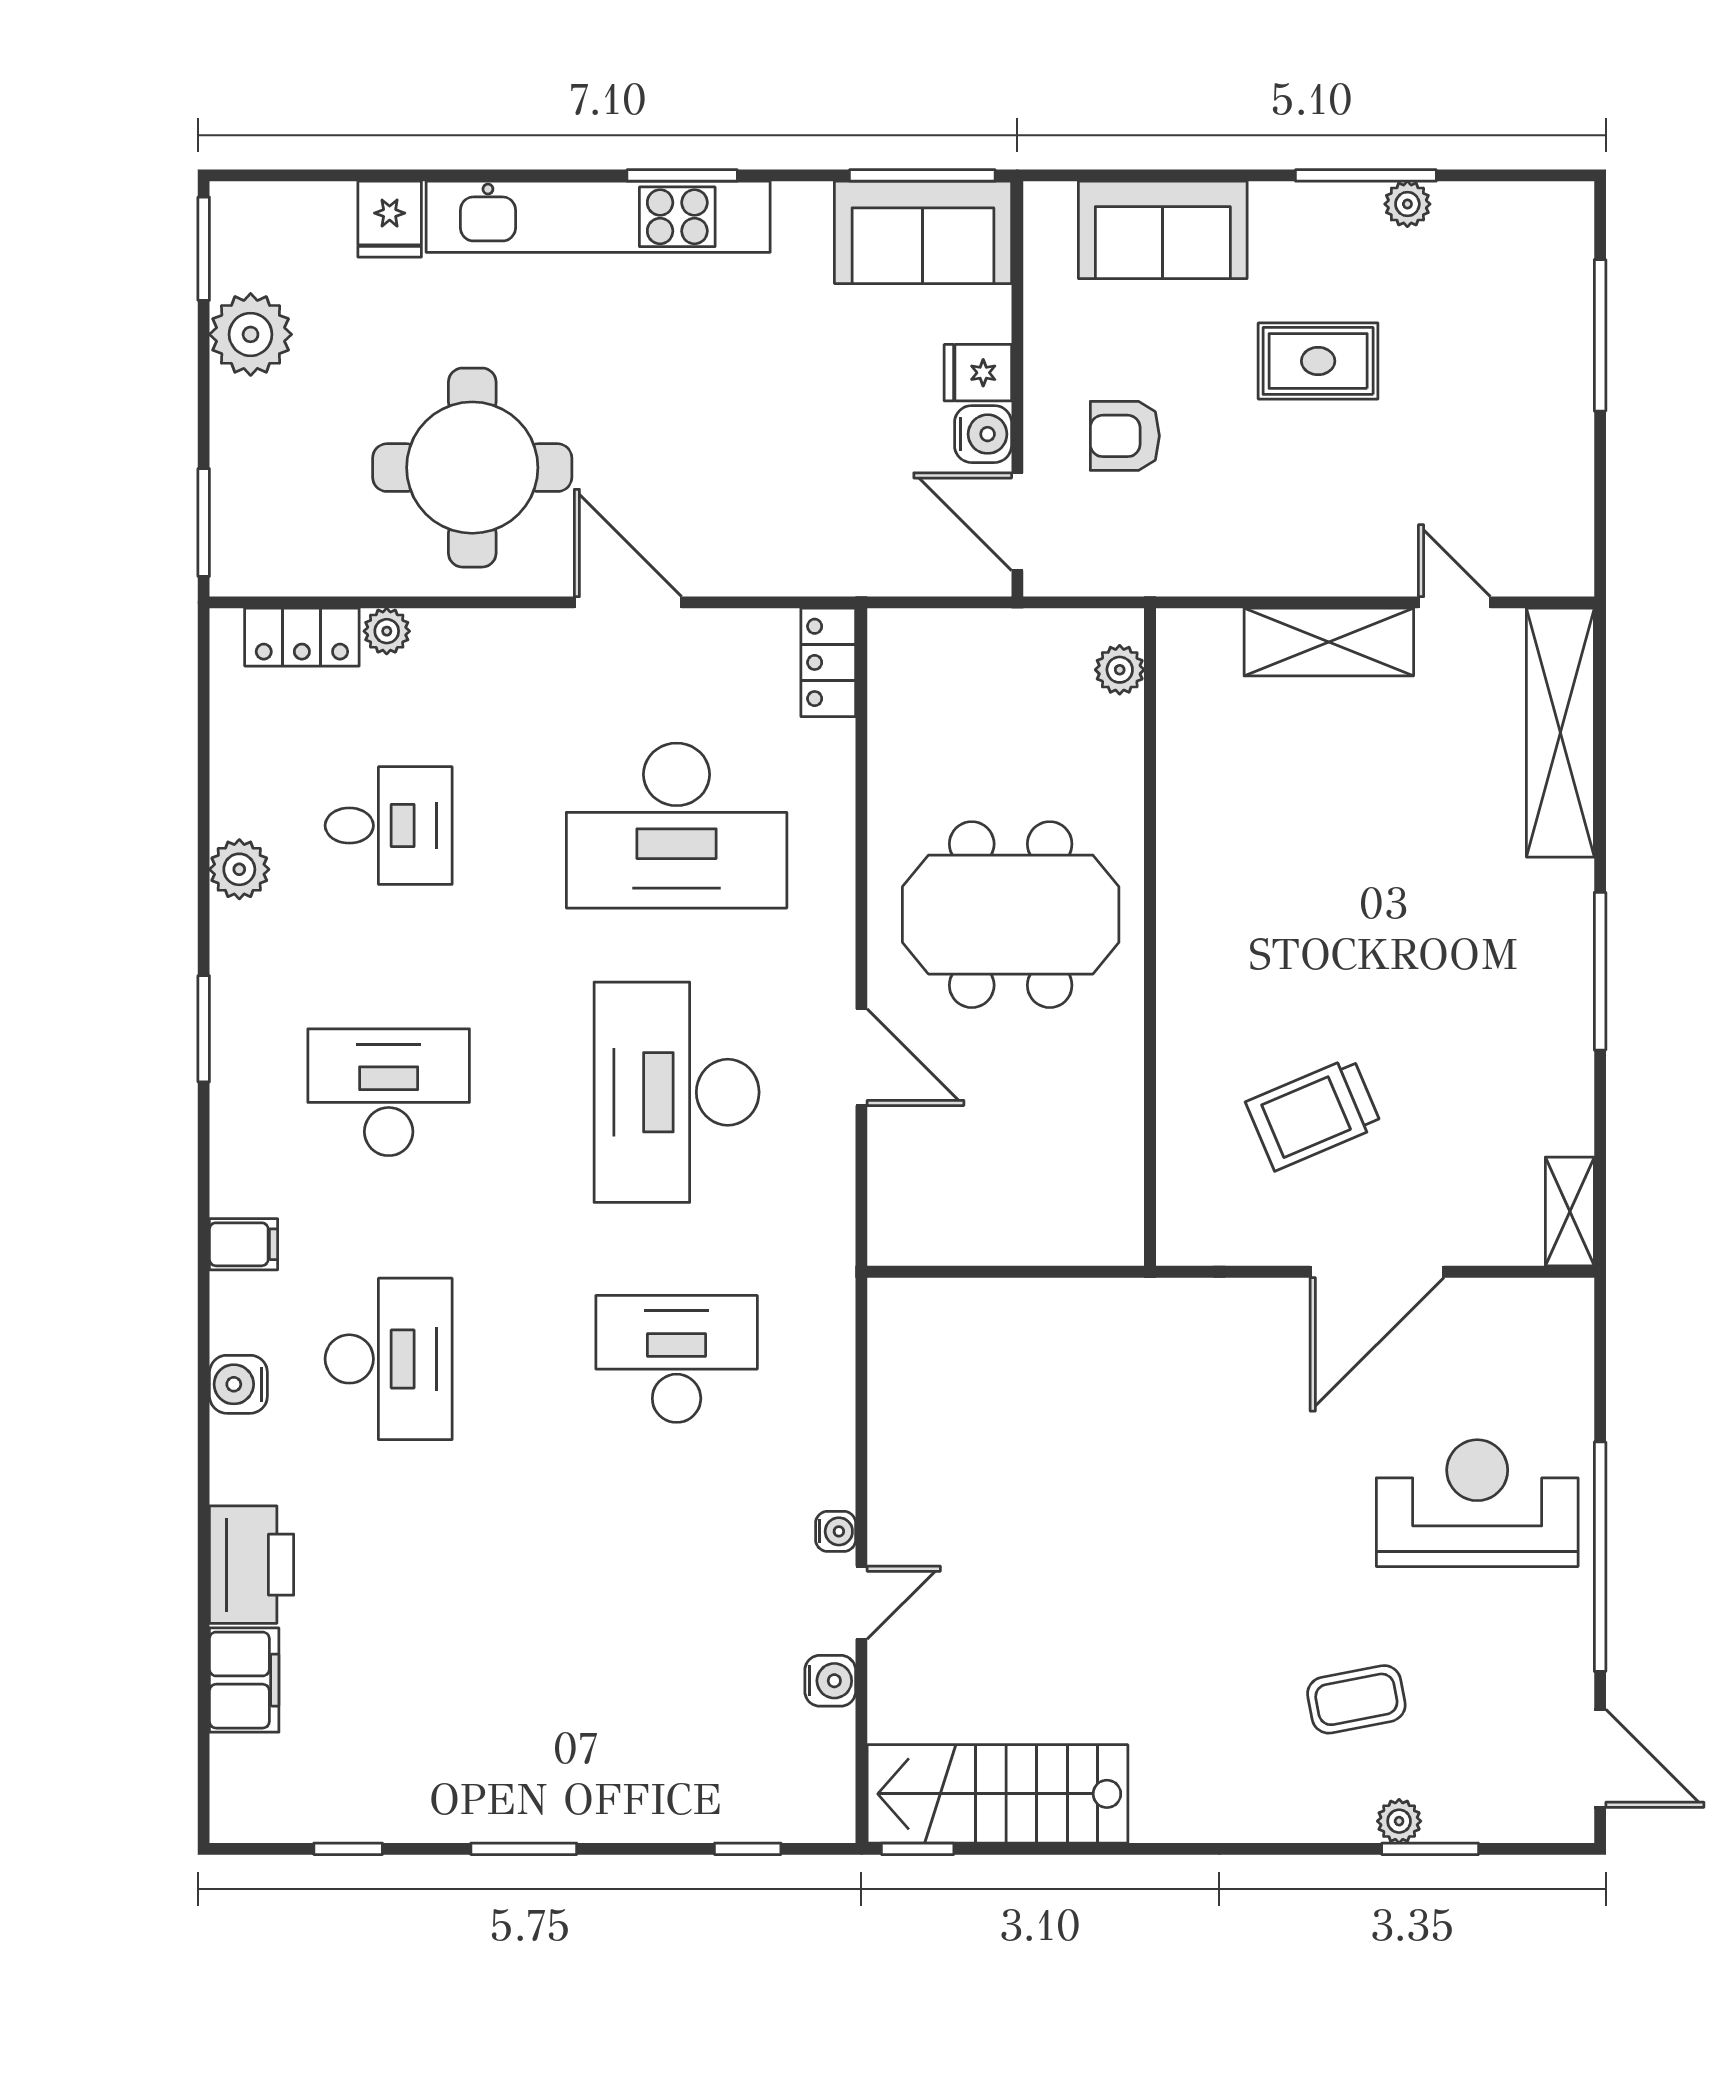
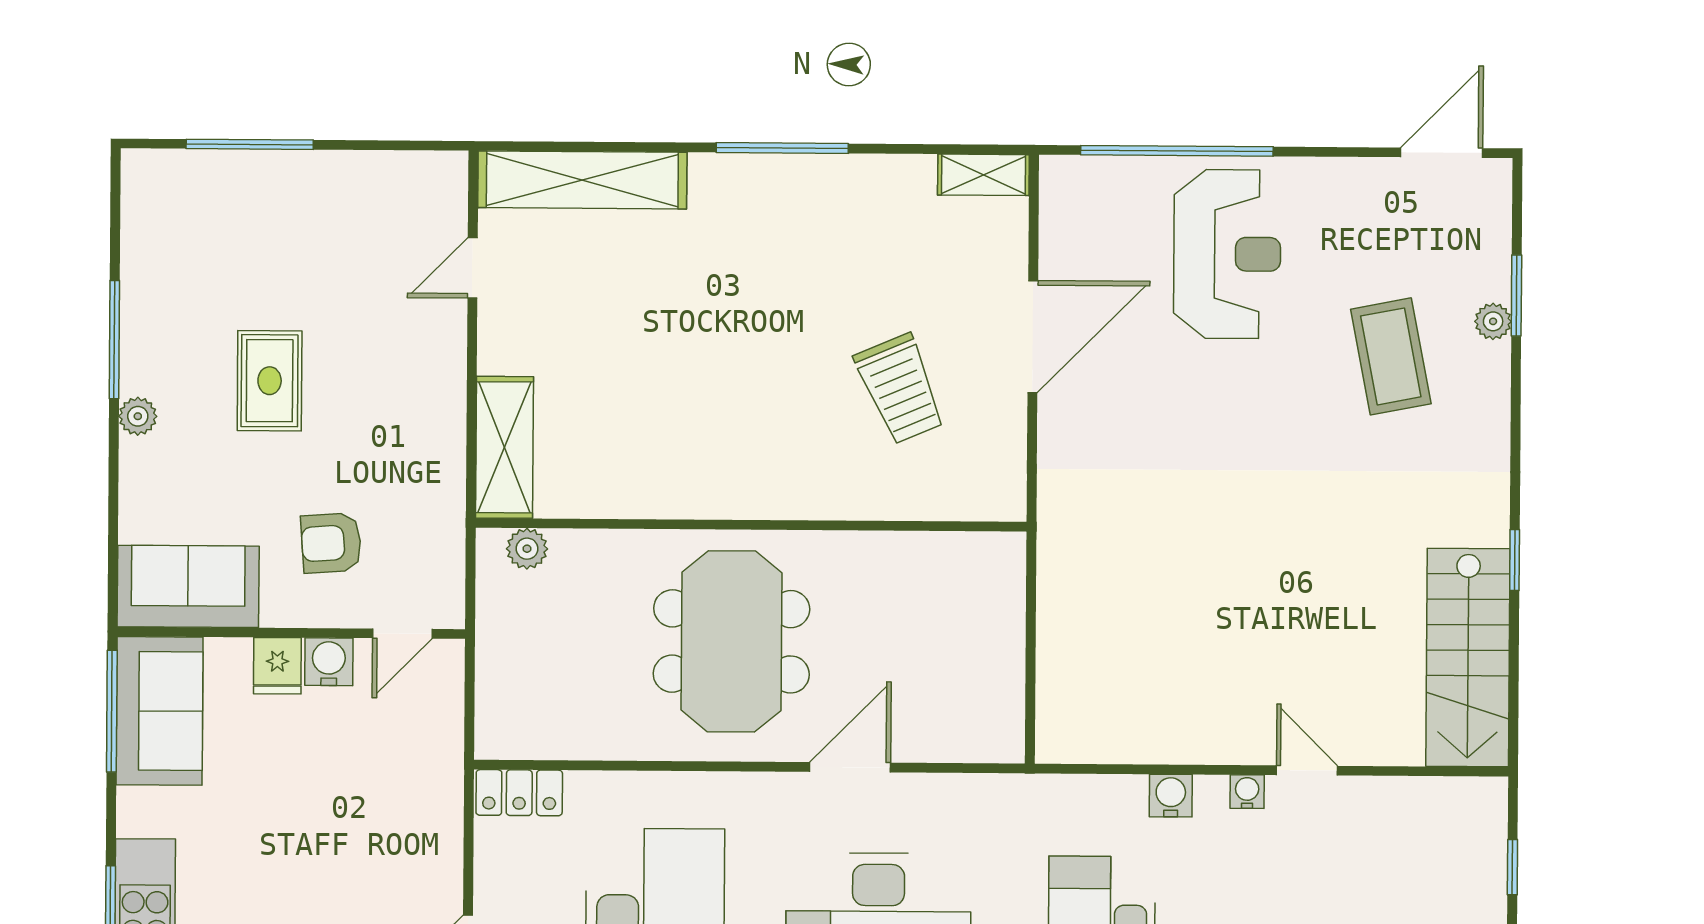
plant: (1407, 204) -> (138, 416), moved
sofa: (1163, 230) -> (188, 586), moved, turned -90
armchair: (1125, 436) -> (331, 543), turned 86
door: (1017, 522) -> (402, 634), width x0.73
shelving: (1329, 642) -> (505, 447), moved
door: (1377, 1272) -> (1033, 337), hinge flipped
reception desk: (1477, 1503) -> (1227, 254), turned 180
window: (1600, 1557) -> (1177, 151), moved
water cooler: (830, 1681) -> (1171, 796), moved
coffee table: (1356, 1699) -> (1391, 356), width x1.36, depth x1.30
window: (918, 1849) -> (1515, 560), moved

